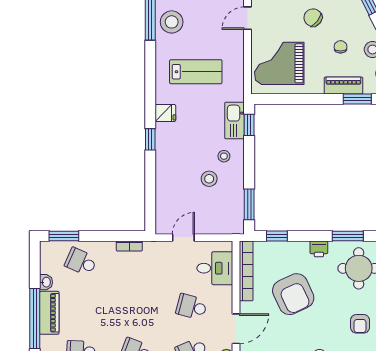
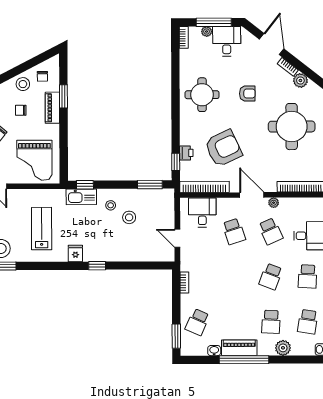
window: (348, 236) -> (176, 104), removed
printer: (319, 249) -> (186, 153), moved
school desk: (191, 307) -> (234, 231), turned -33

